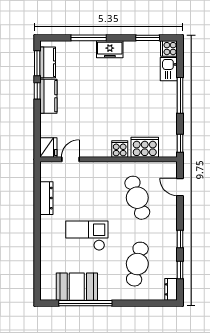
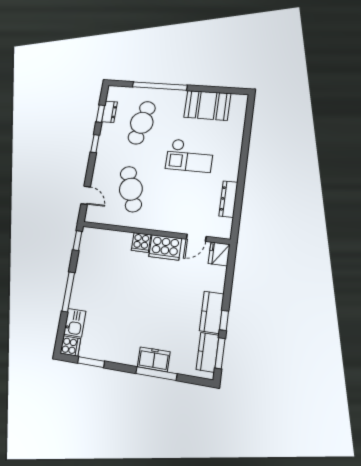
freezer: (110, 49) -> (154, 359), moved
cooker: (145, 147) -> (165, 247), moved
dresser: (171, 289) -> (110, 112), moved
window: (85, 303) -> (160, 86), moved

